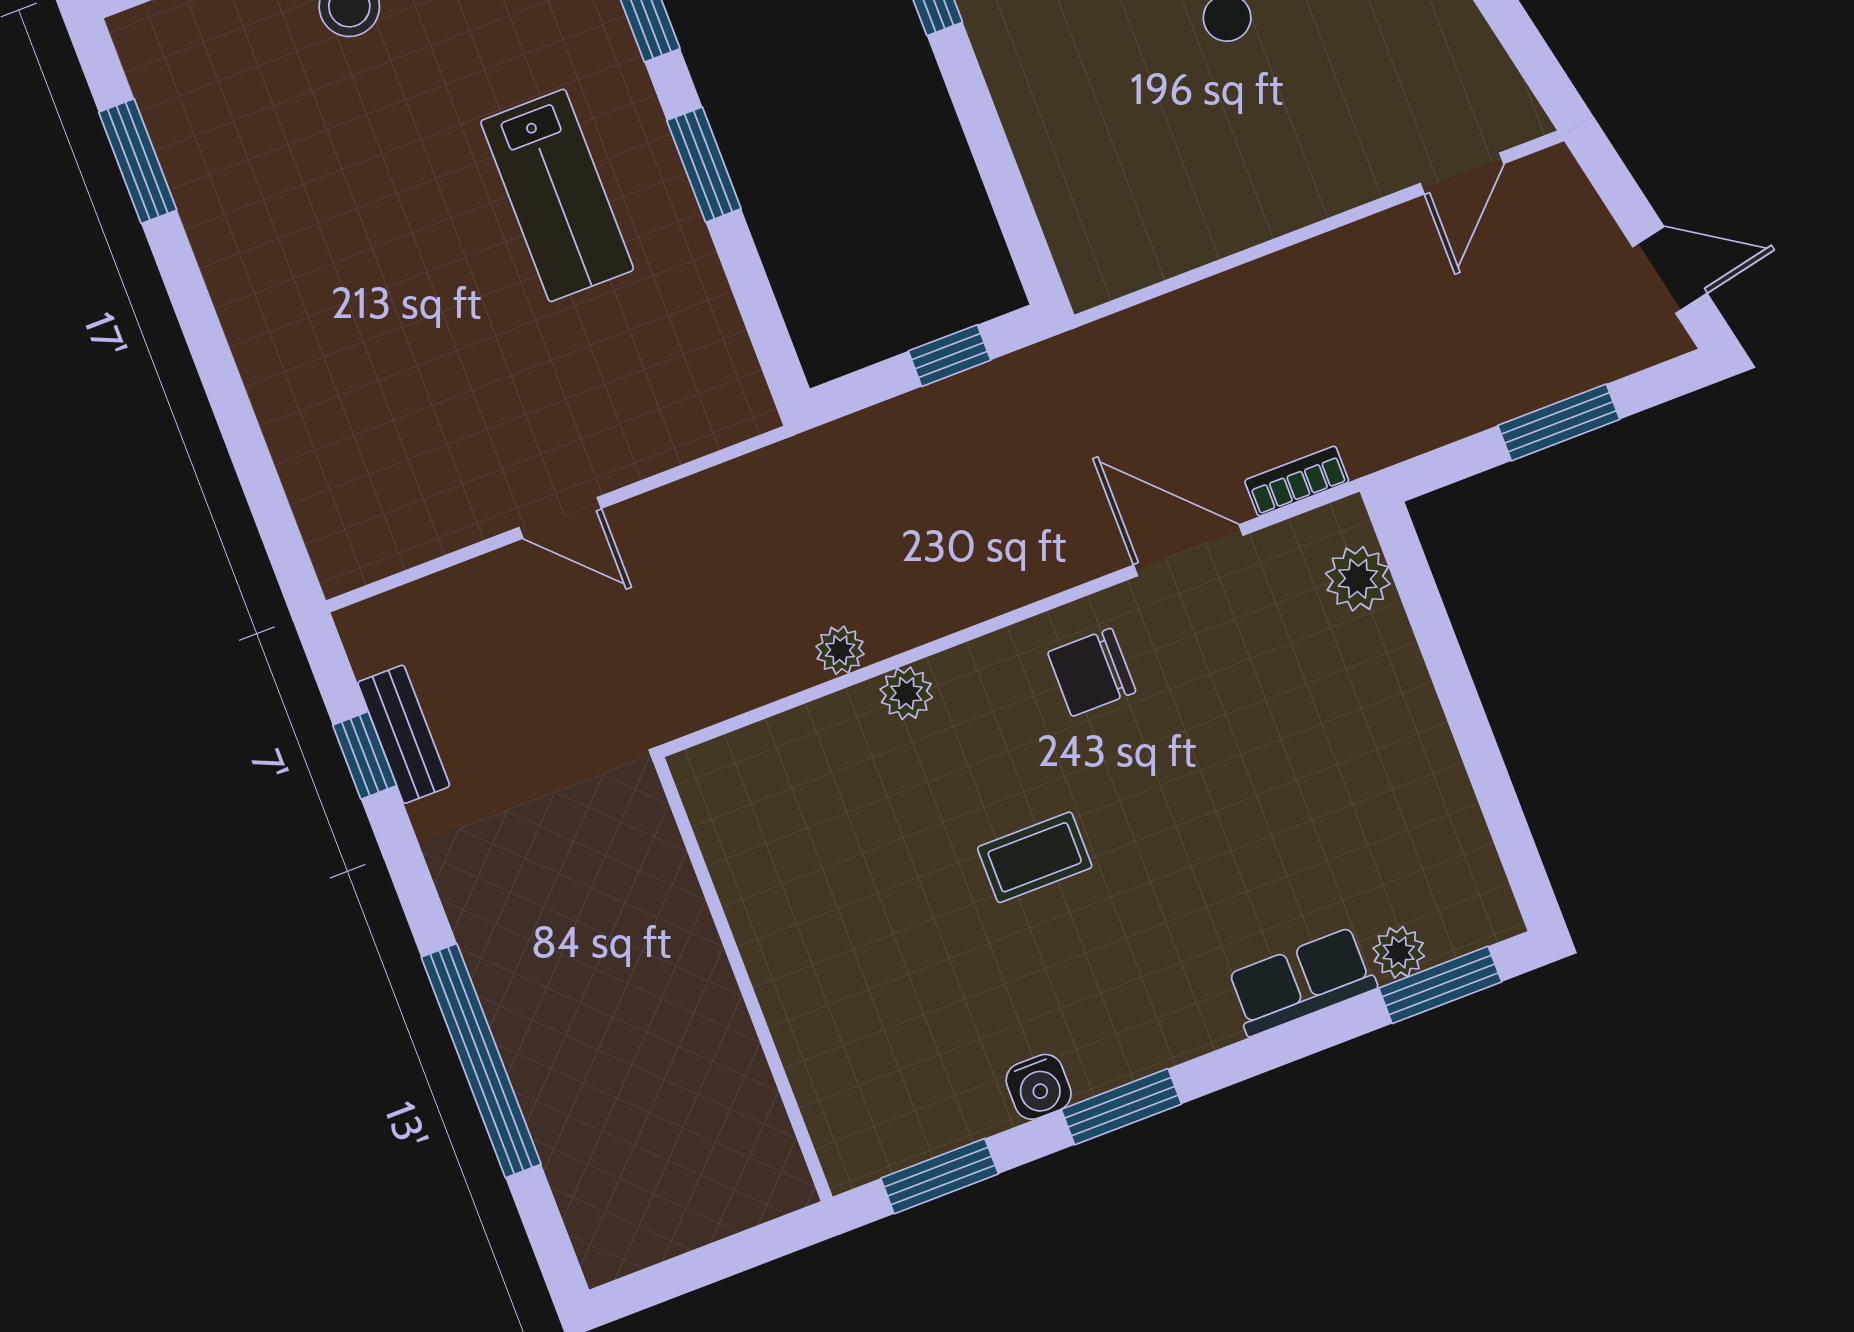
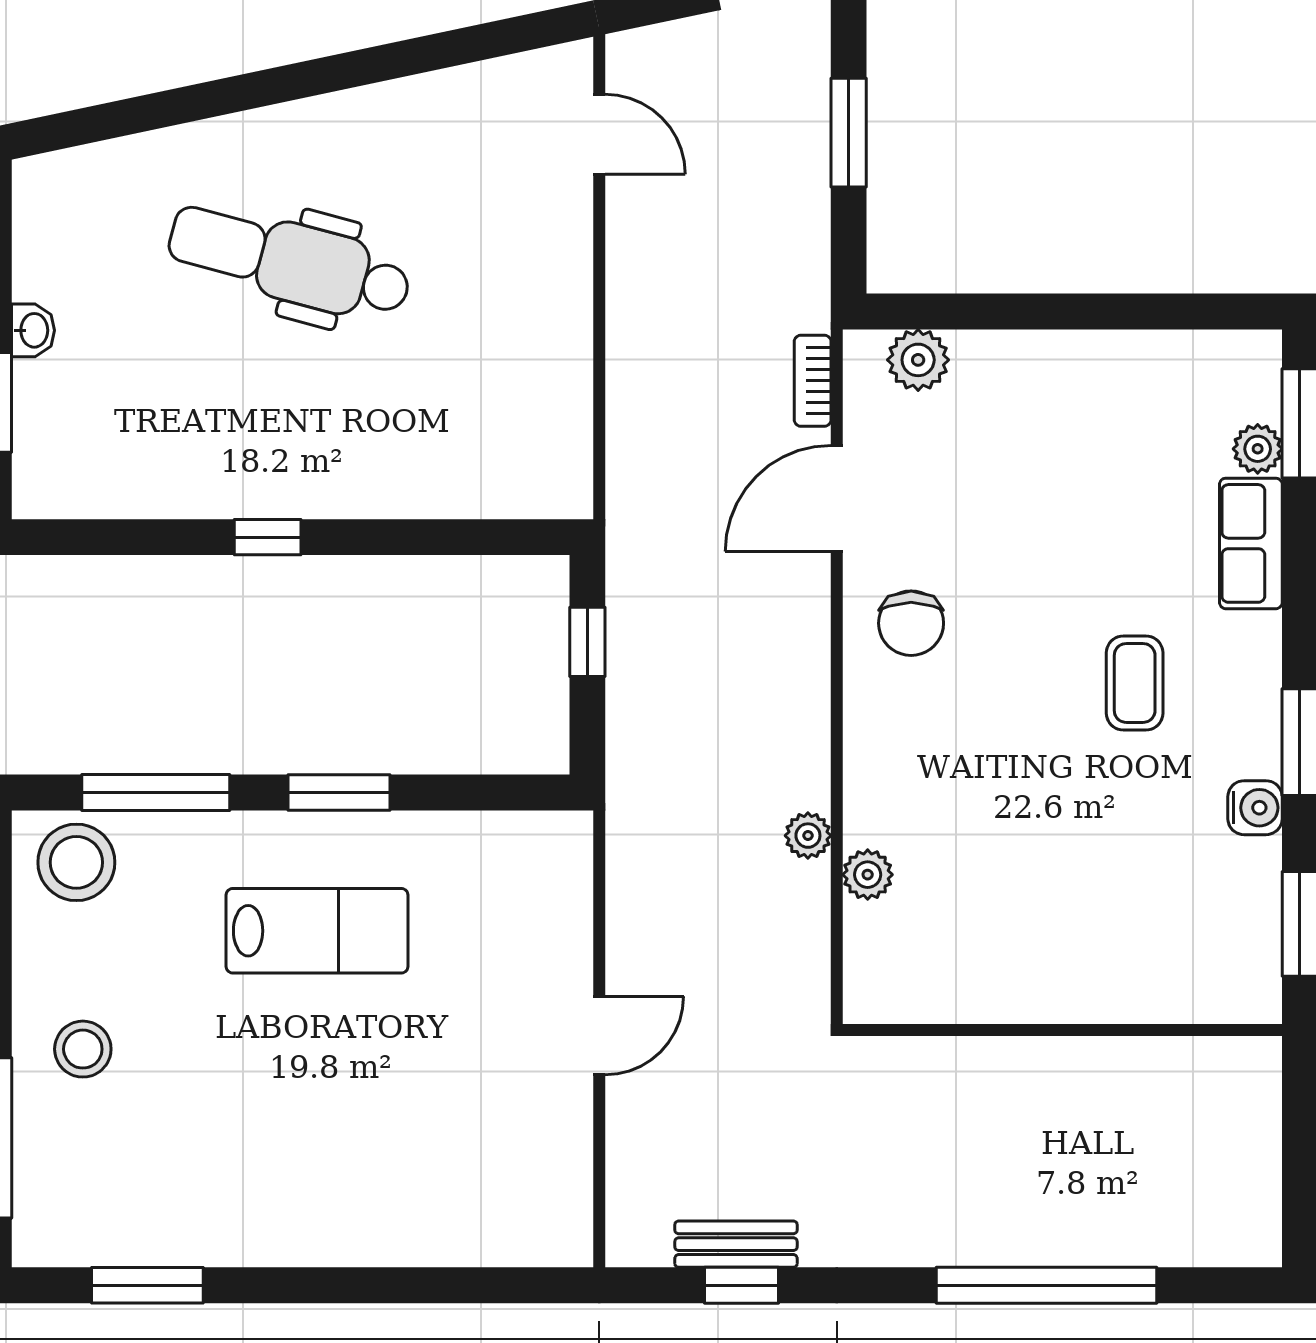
plant: (906, 693) -> (868, 875), moved
coffee table: (1035, 857) -> (1135, 683), moved

